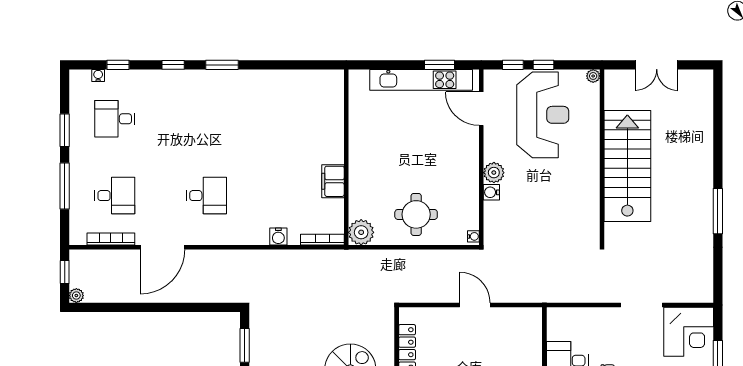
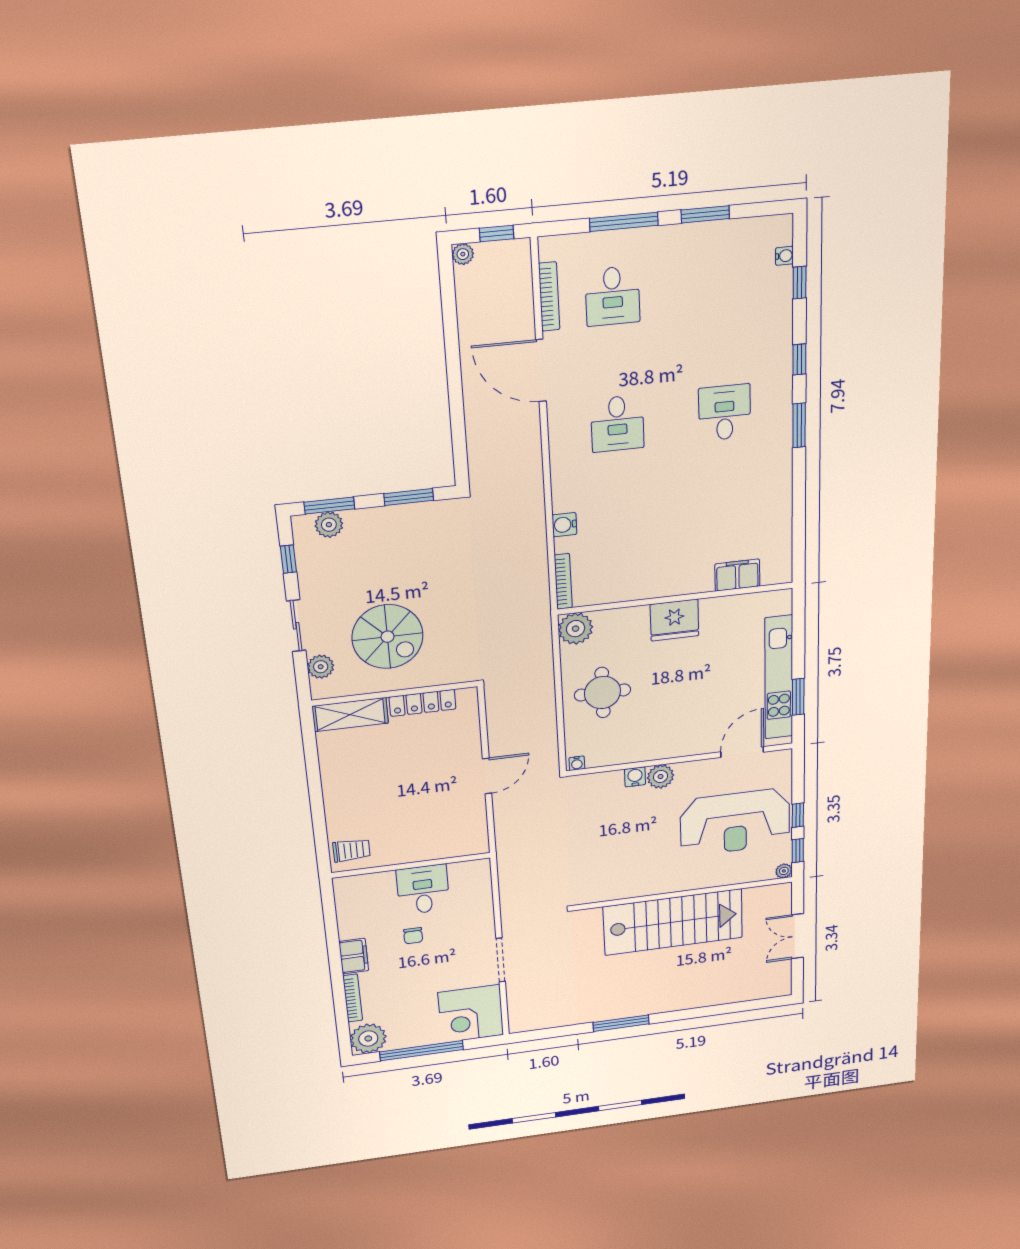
window: (513, 65) -> (798, 851), moved
desk: (115, 119) -> (725, 412), moved
fridge: (363, 159) -> (674, 620), added
filing cabinet: (333, 181) -> (737, 575), moved

